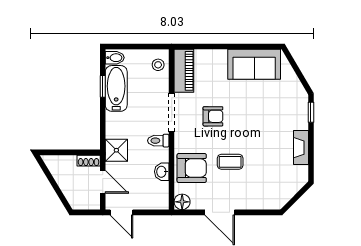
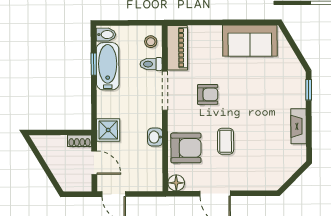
toilet: (158, 141) -> (151, 64), moved
coffee table: (230, 162) -> (226, 141), turned 90
washbasin: (162, 172) -> (155, 137), moved

